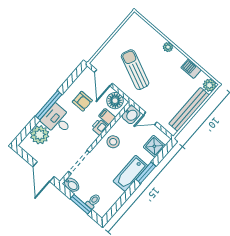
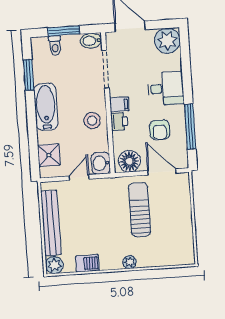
sun lounger: (135, 70) -> (140, 210), turned -114
armchair: (82, 101) -> (160, 130), turned -90
window: (49, 105) -> (190, 127), moved
filing cabinet: (107, 117) -> (119, 104), moved
plant: (40, 135) -> (167, 41), moved
window: (146, 173) -> (29, 75), moved

